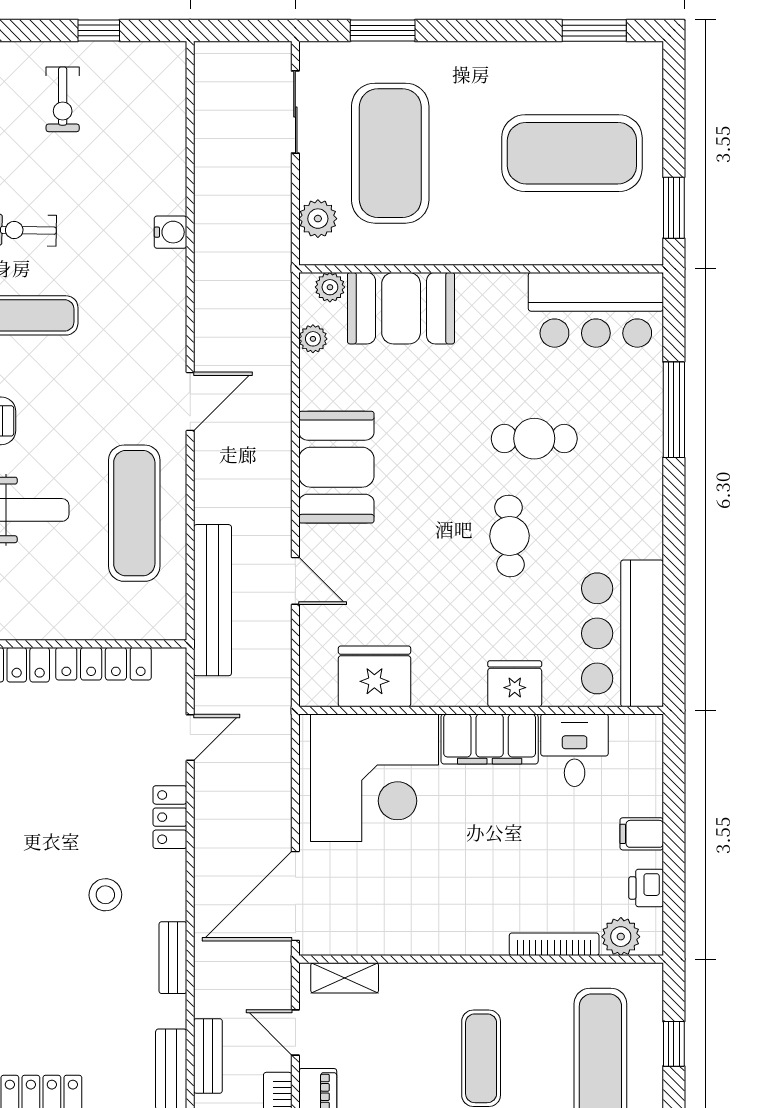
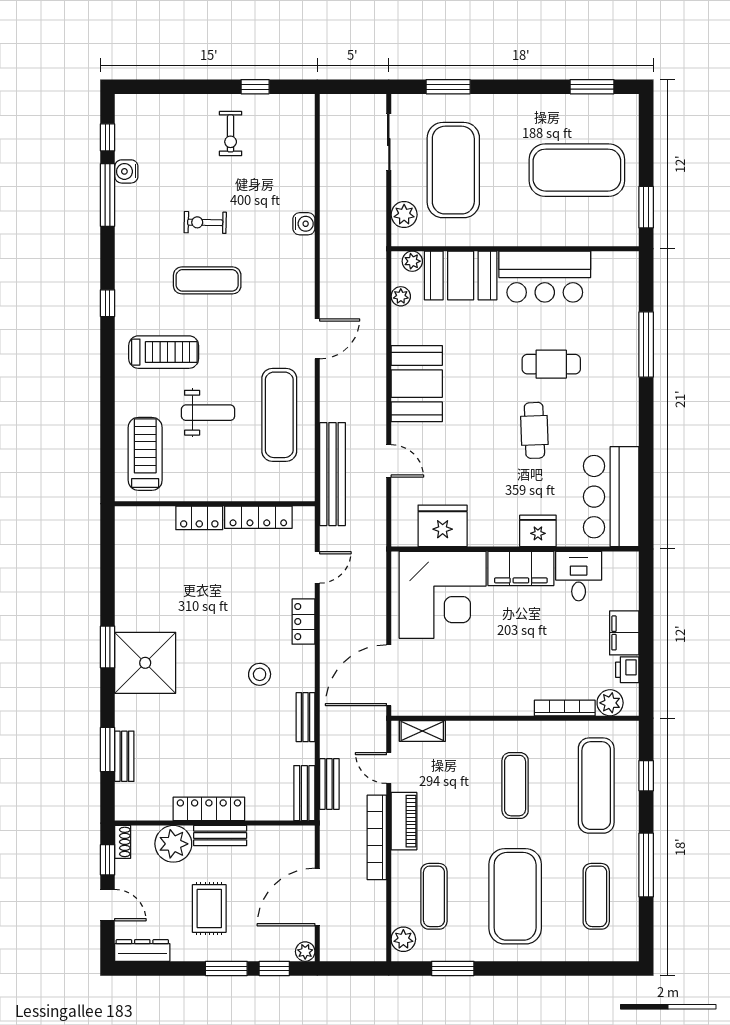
bar counter: (596, 310) -> (545, 277), moved
filing cabinet: (642, 834) -> (624, 633), width x2.00

